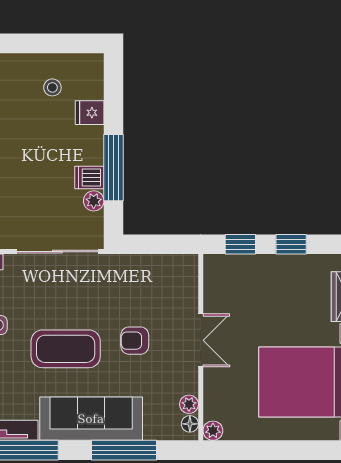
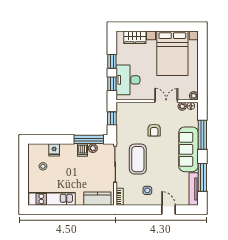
window: (114, 168) -> (89, 139), moved
window: (161, 244) -> (112, 118), added
desk: (249, 281) -> (128, 80), added
double door: (201, 340) -> (166, 101), moved
coffee table: (66, 349) -> (138, 159), moved

